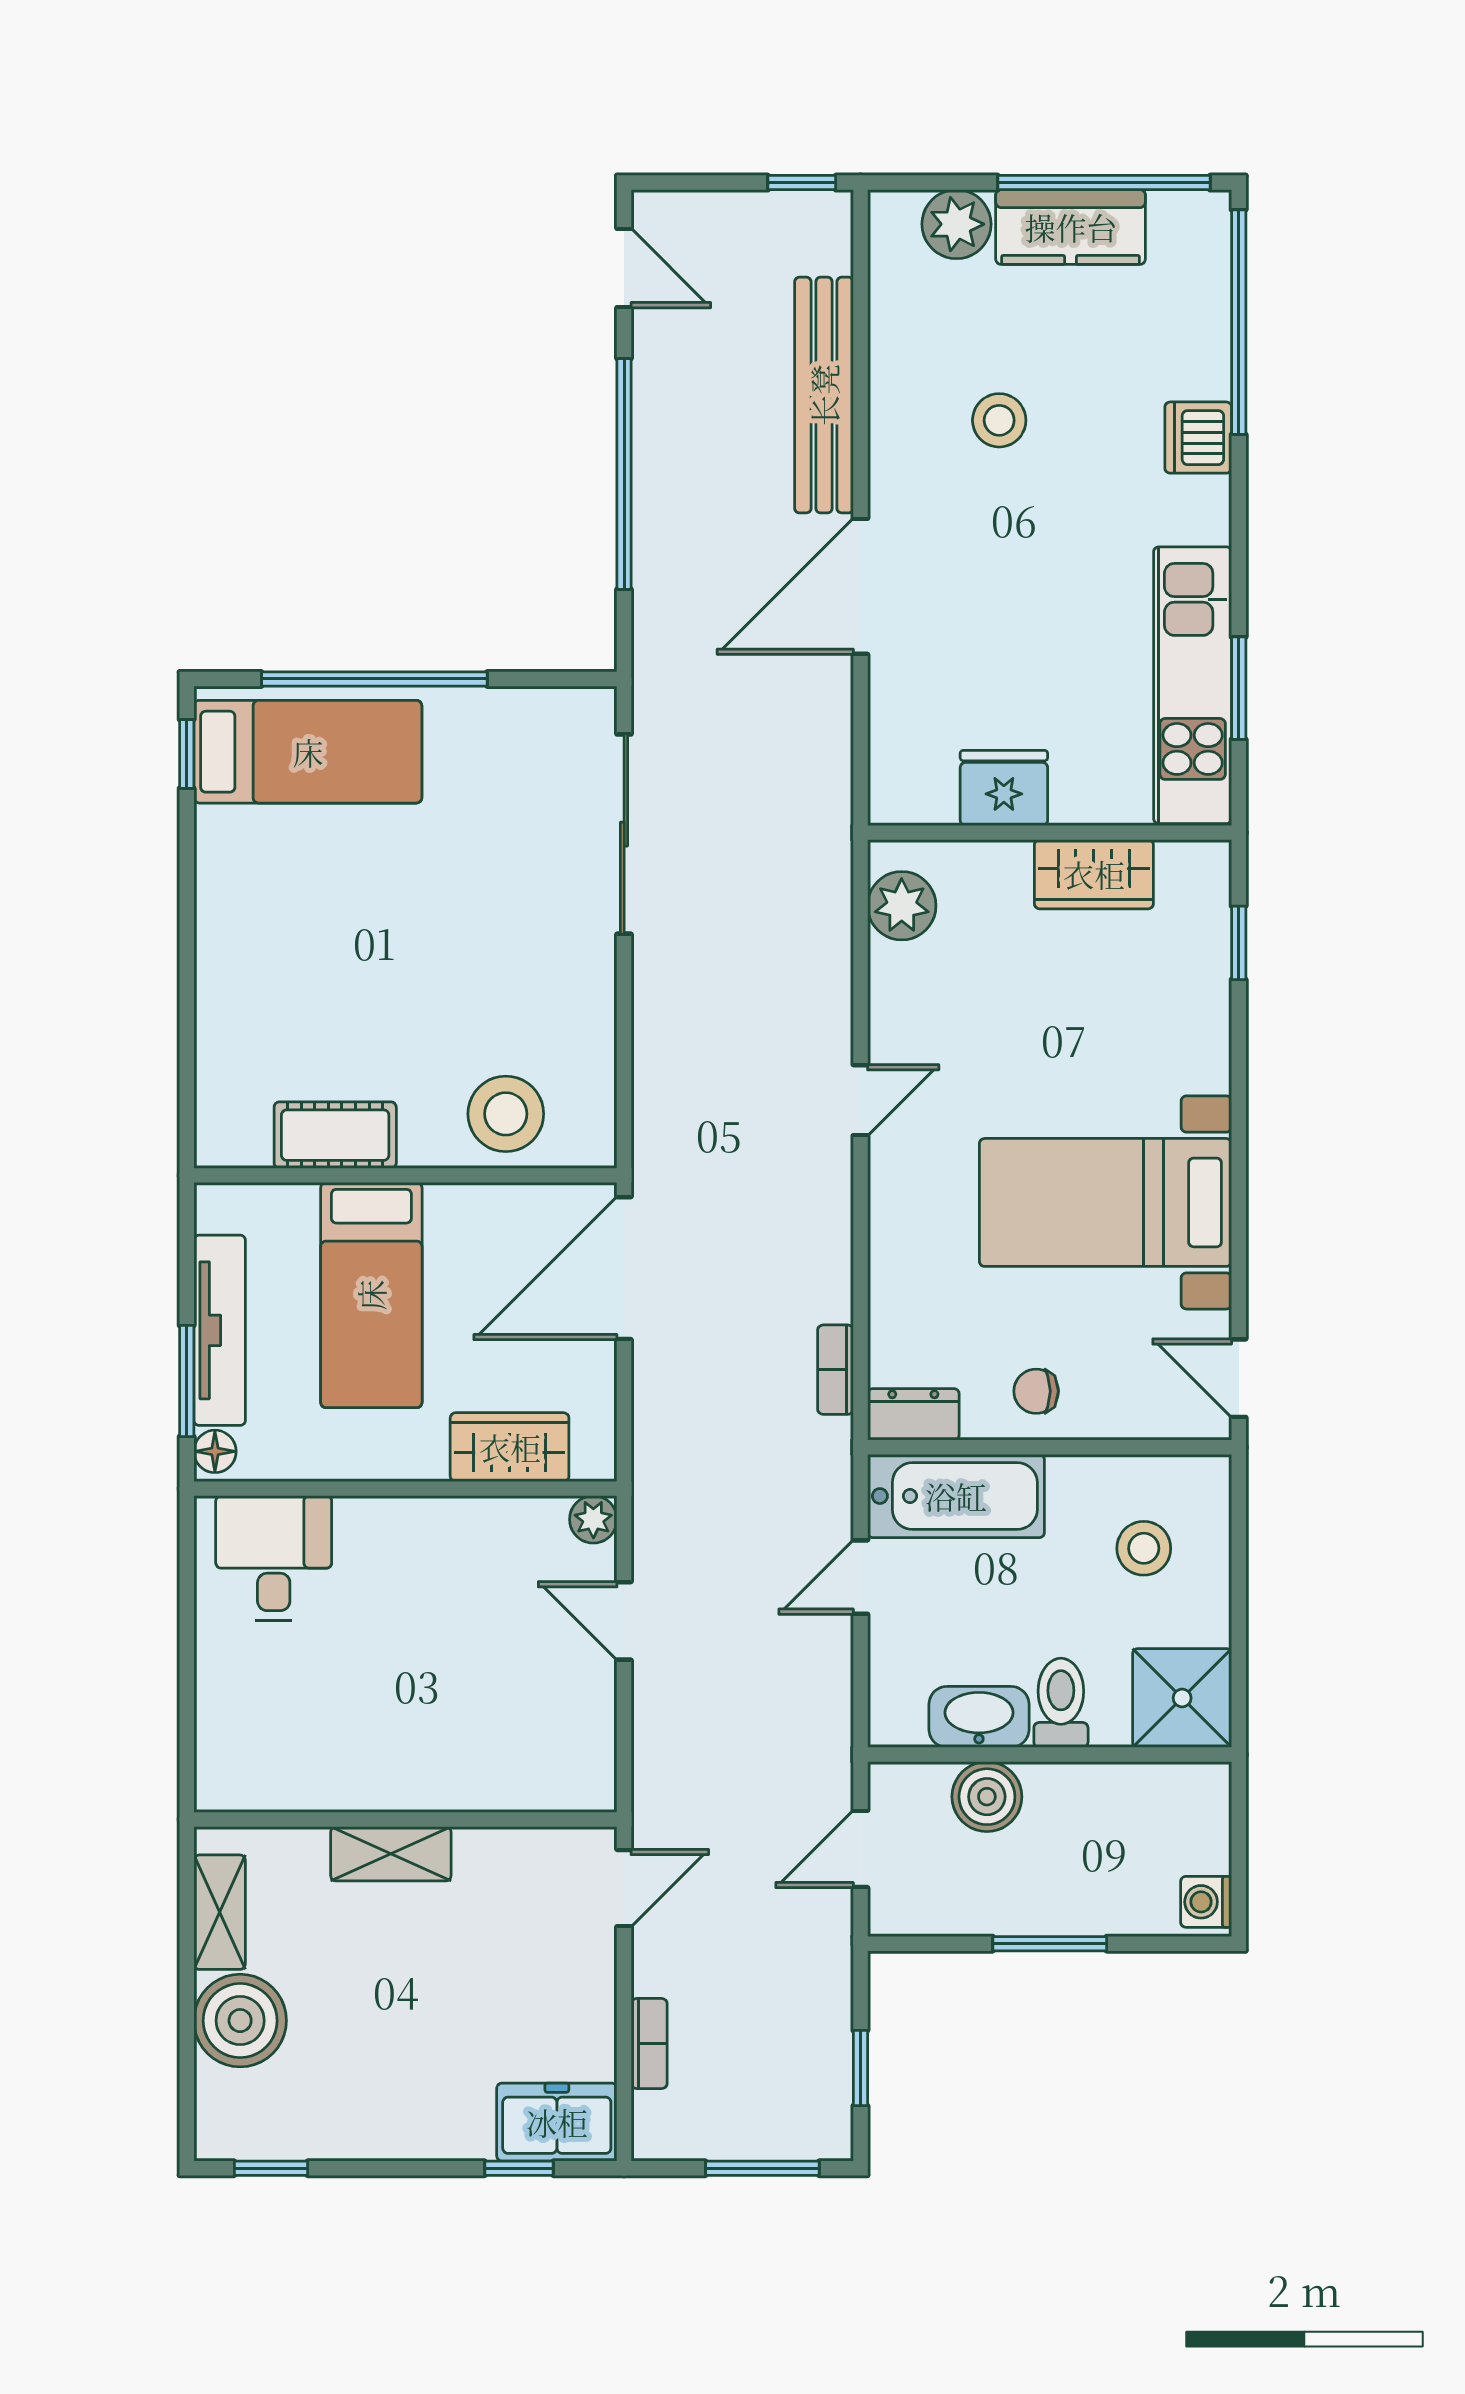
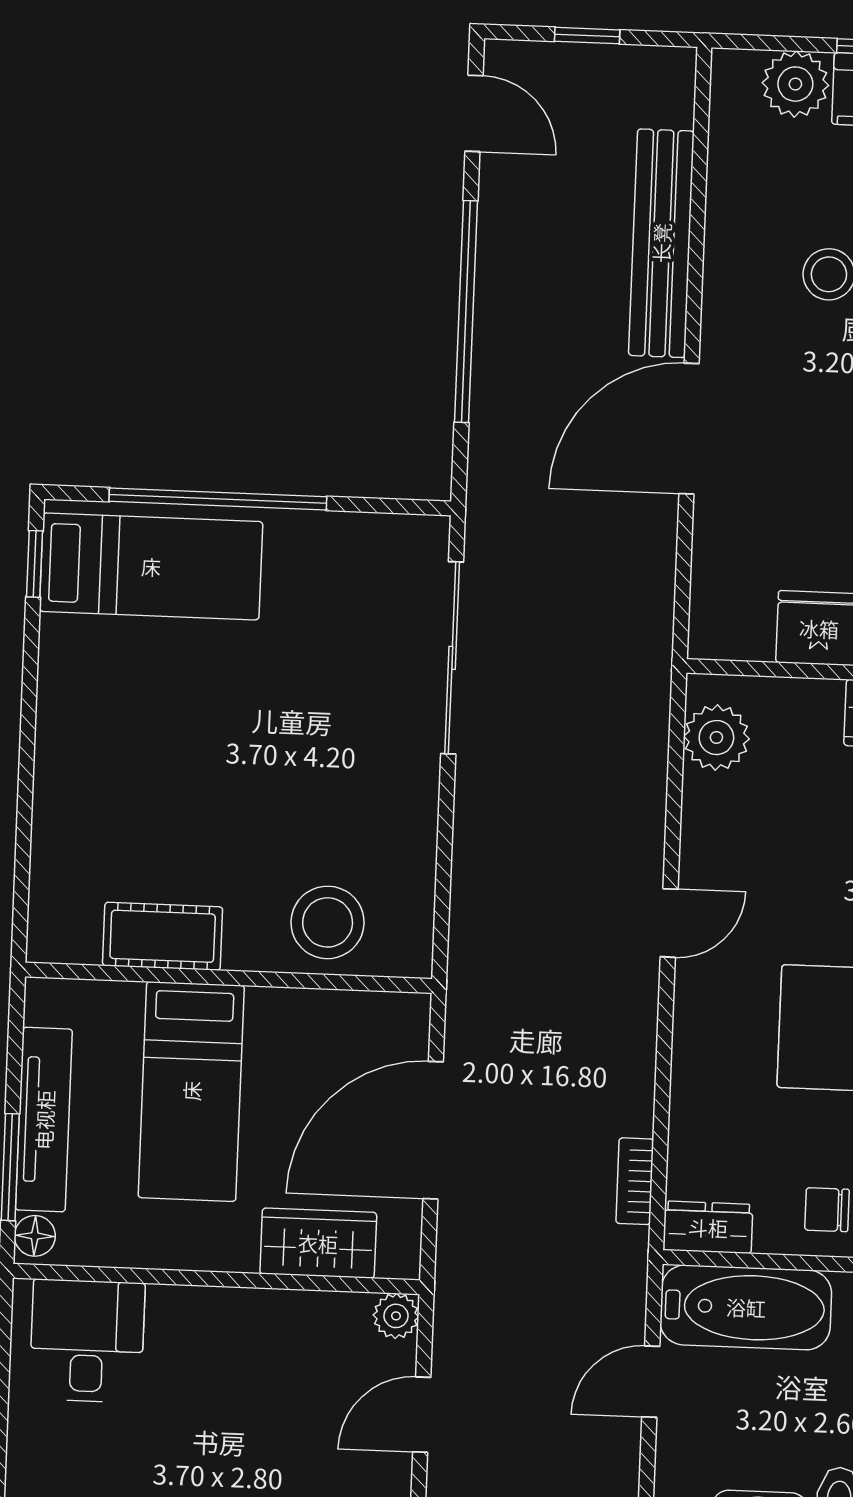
window: (802, 183) -> (587, 36), moved
door: (624, 1268) -> (433, 1130), moved
door: (624, 1621) -> (422, 1415), hinge flipped

